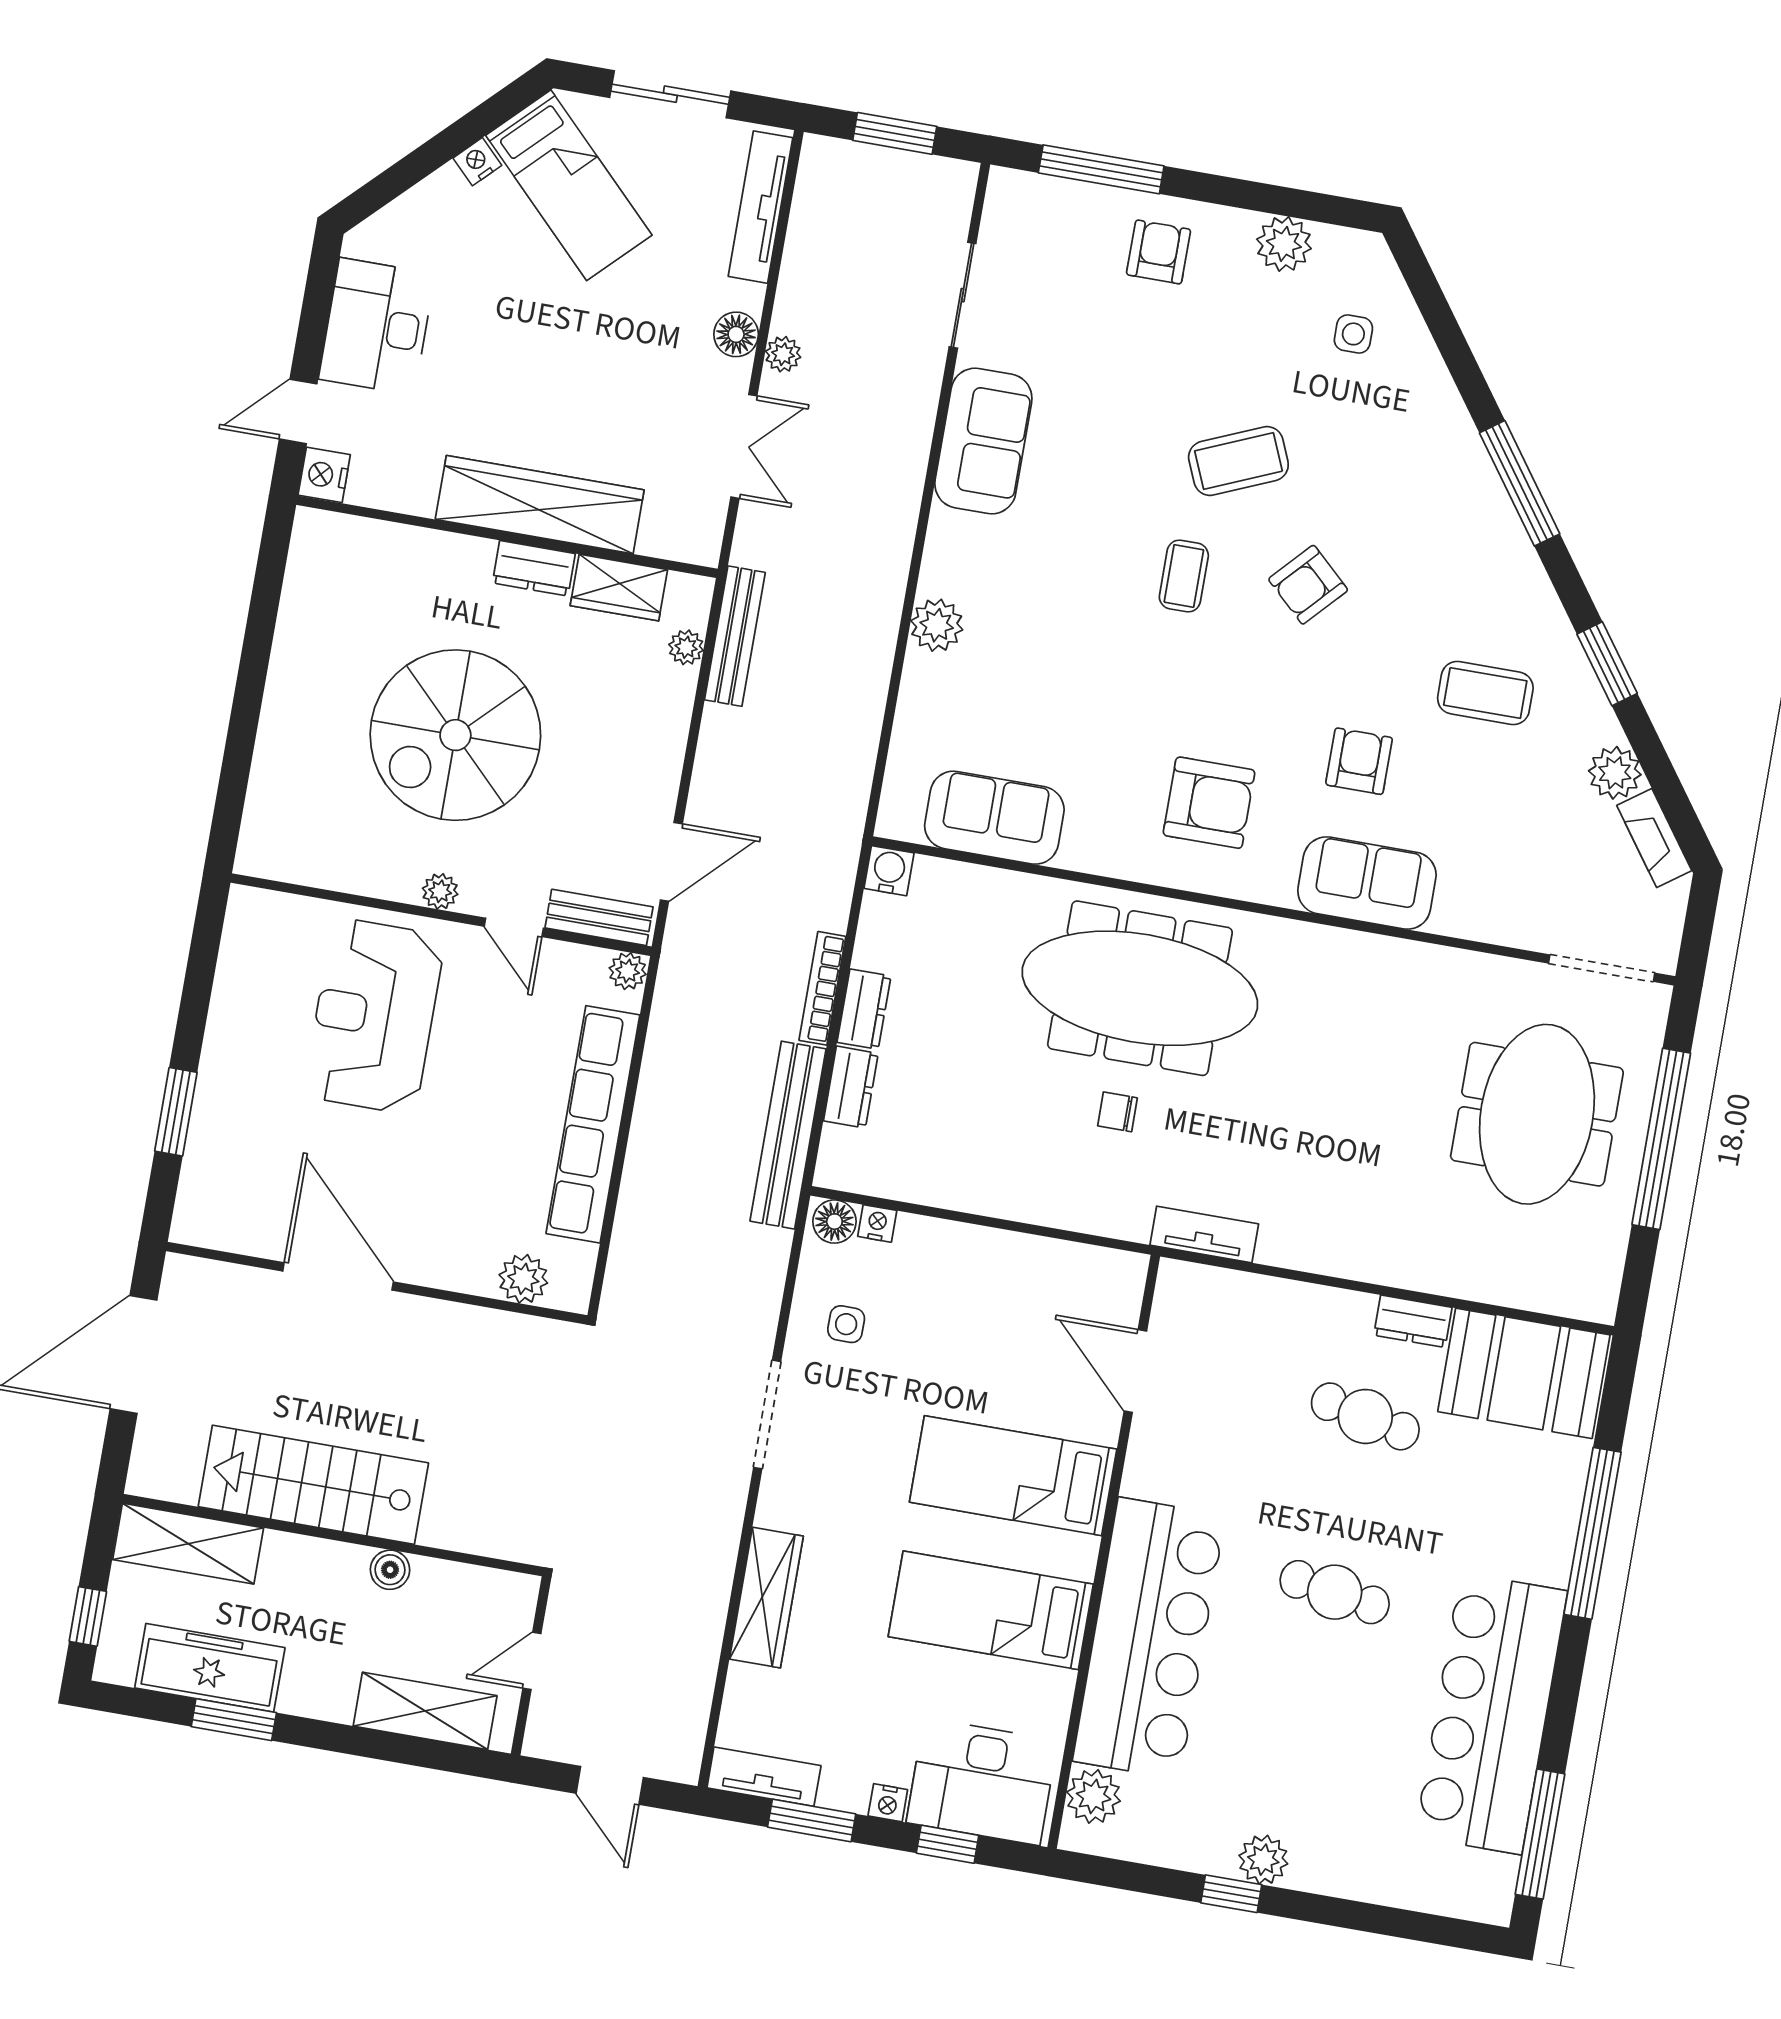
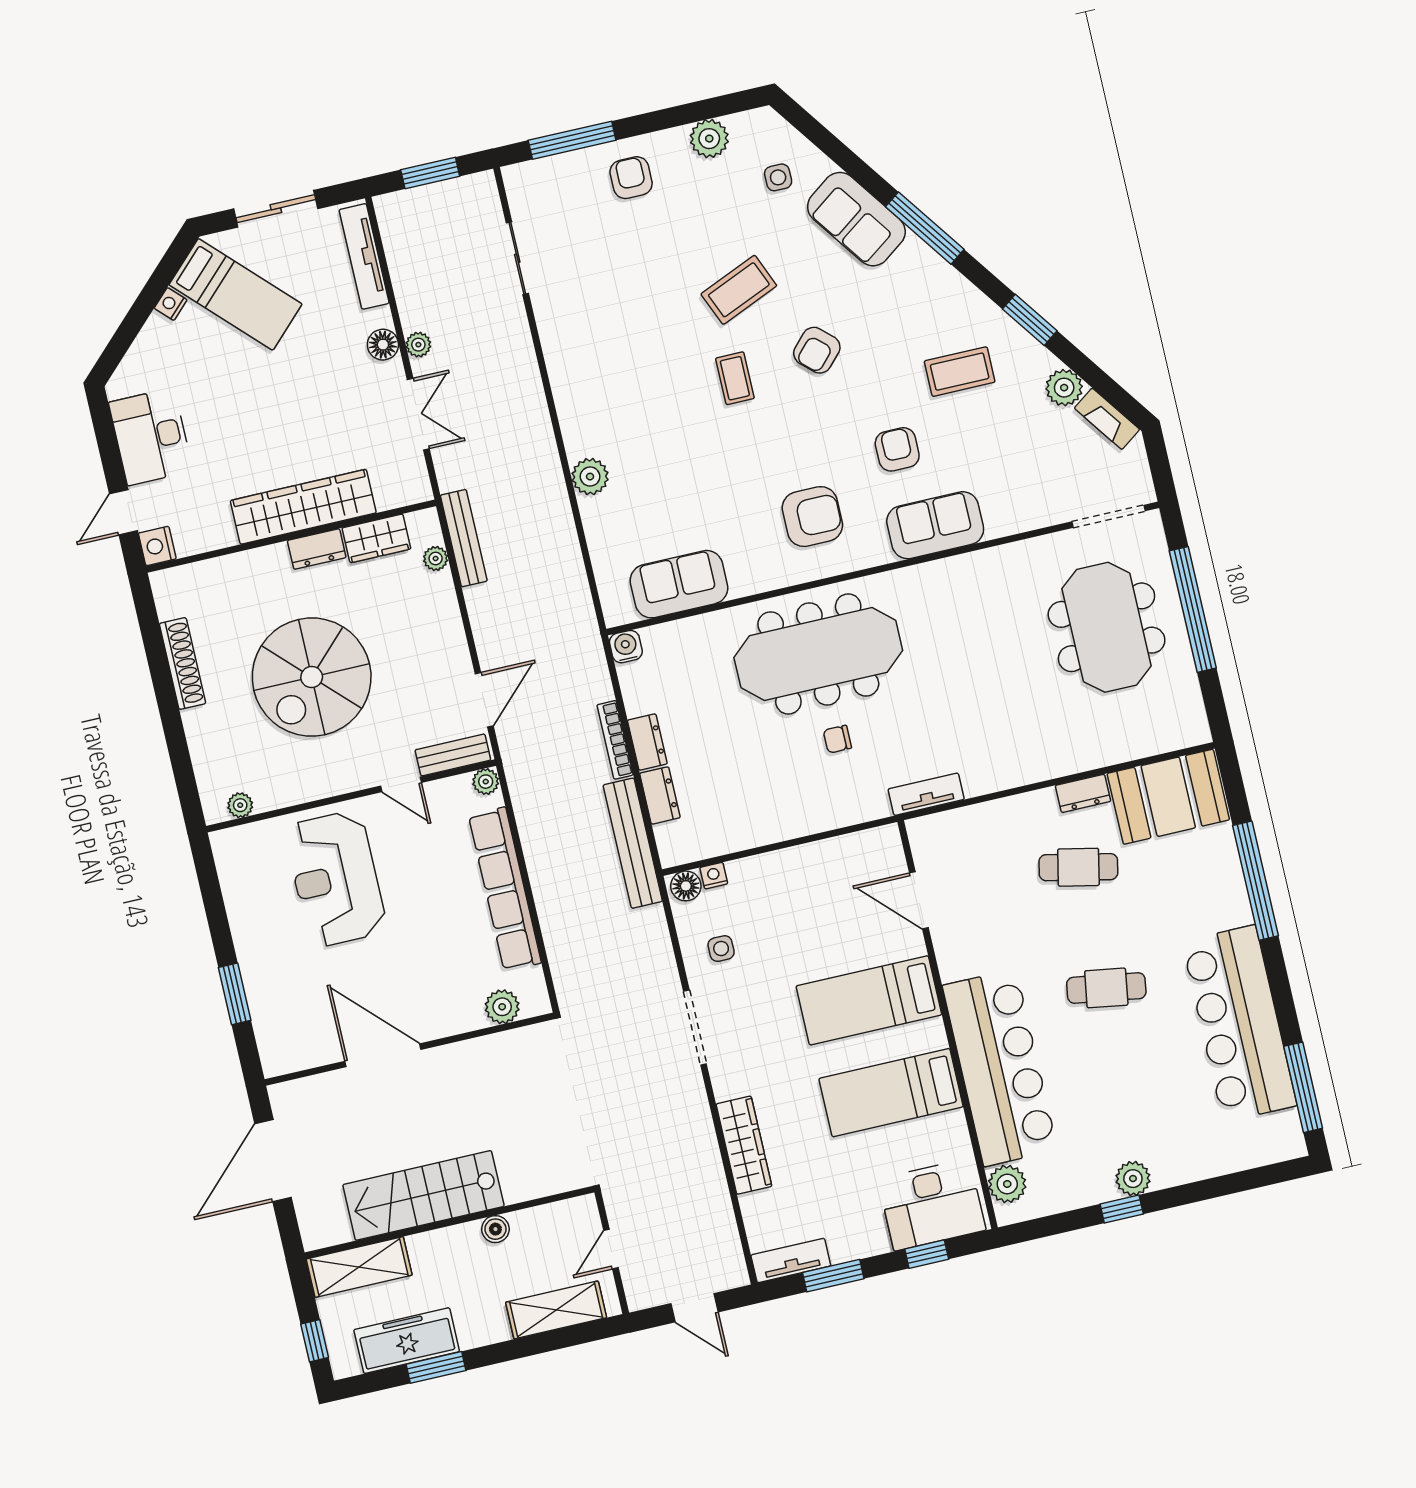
sofa: (983, 441) -> (856, 219), moved, turned 144
shoe rack: (292, 645) -> (182, 664), added
plant: (440, 891) -> (240, 805), moved
nightstand: (888, 1803) -> (877, 1244), removed

